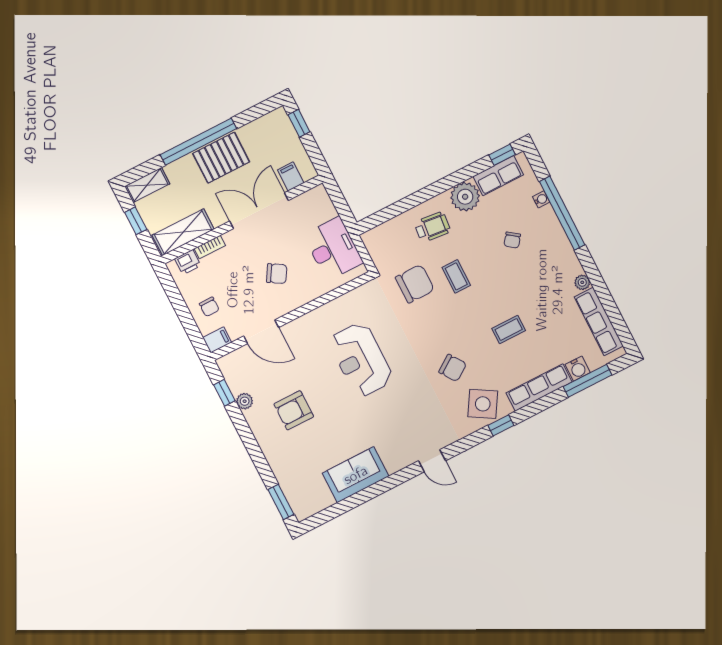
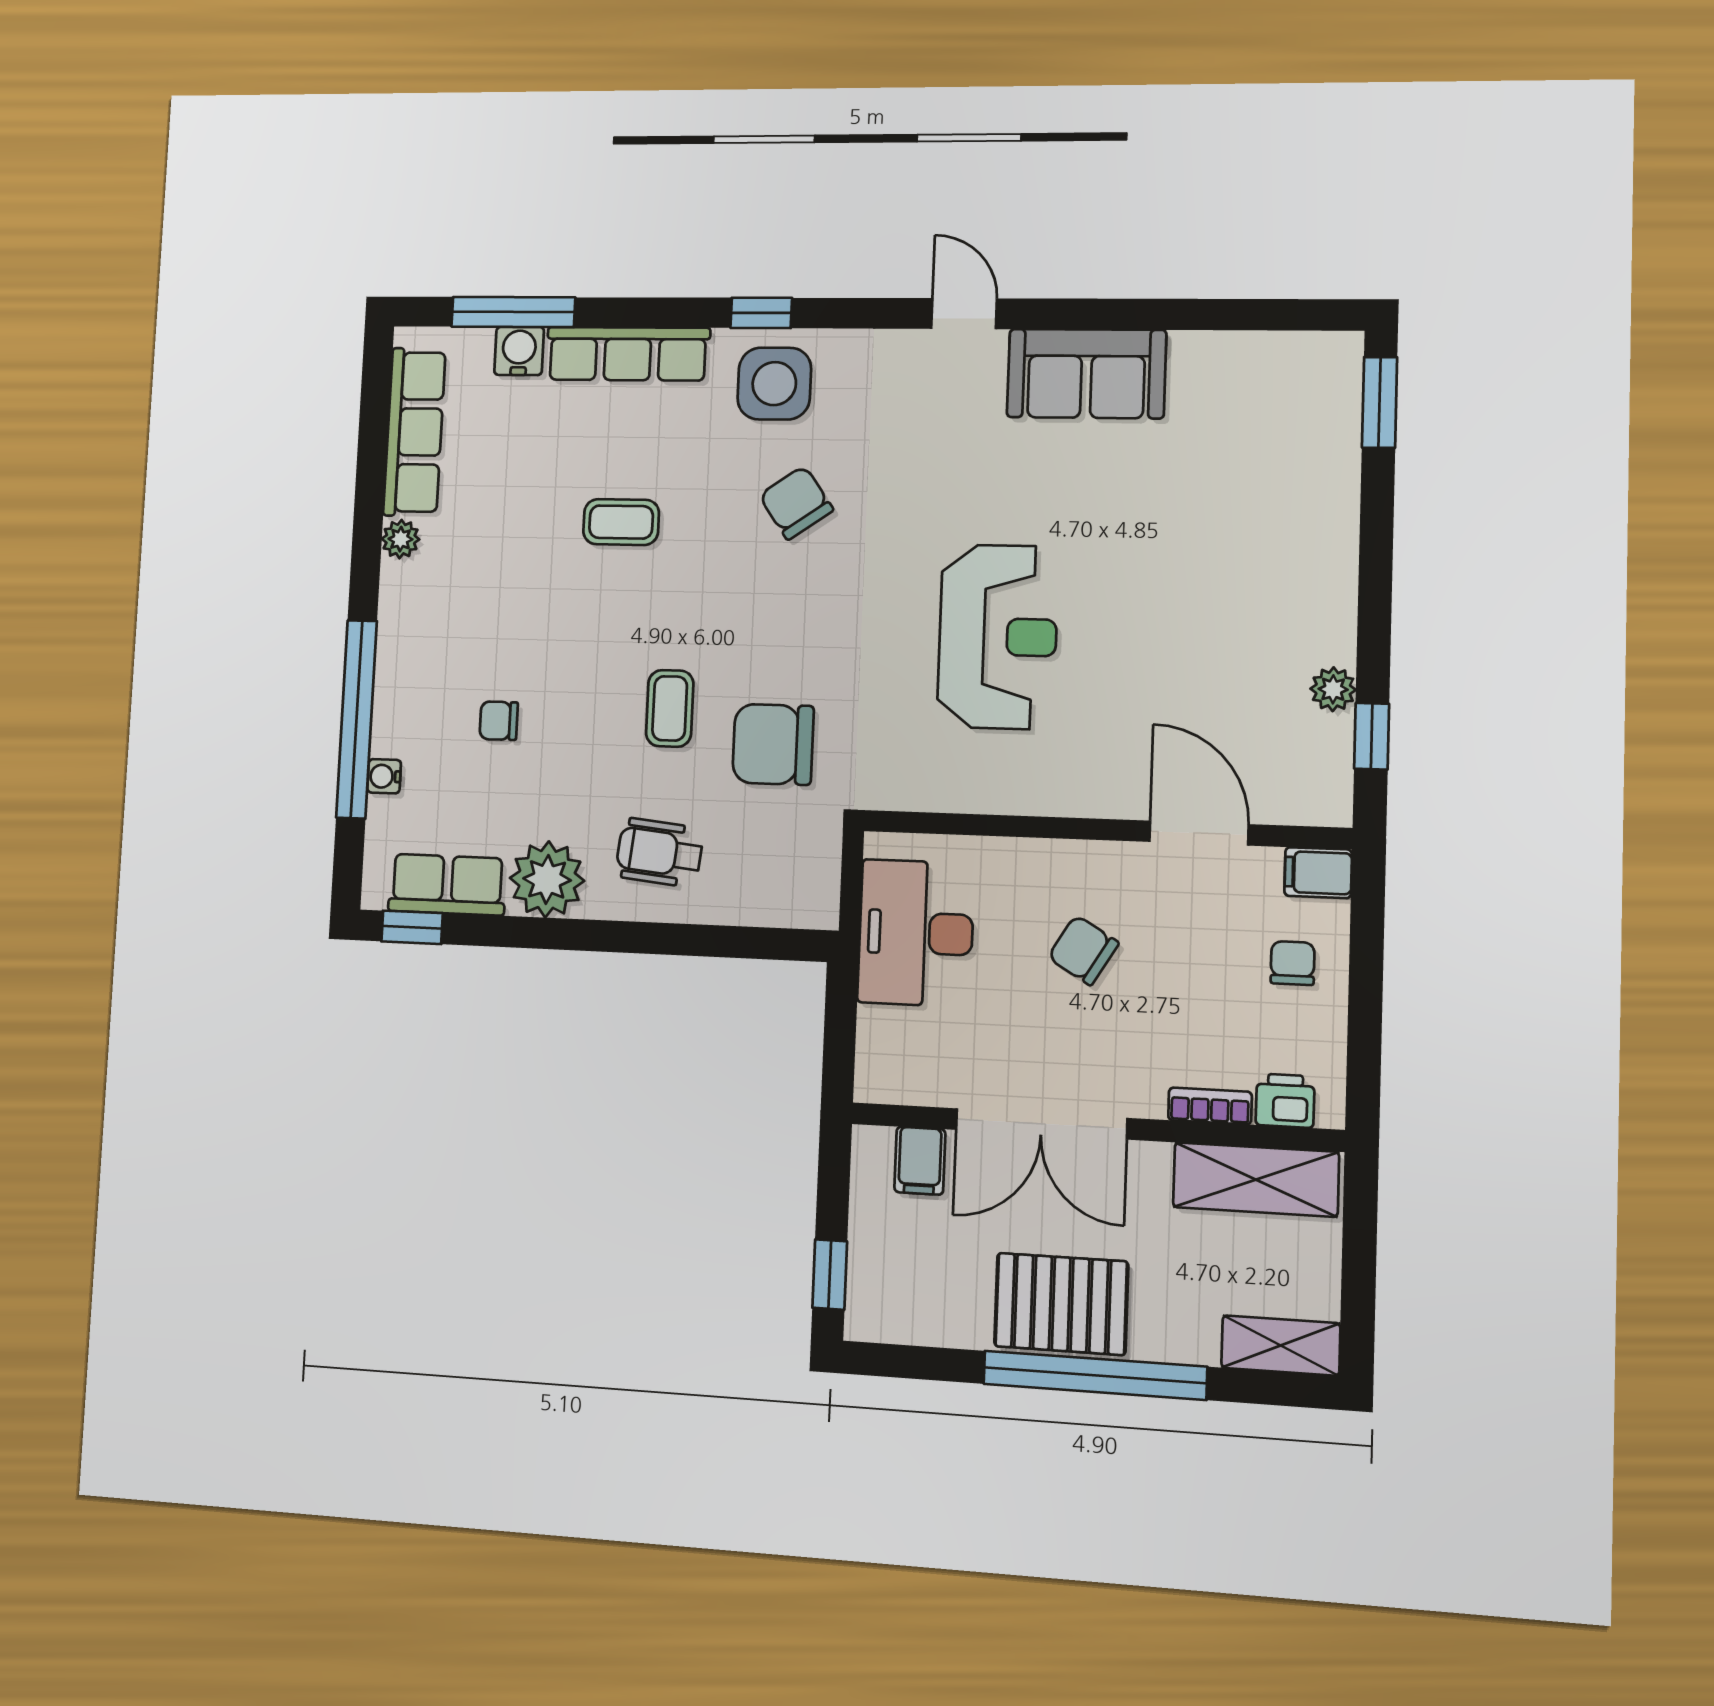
window: (136, 221) -> (1359, 1275), removed
chair: (512, 240) -> (499, 721), turned -127
side table: (483, 404) -> (774, 384), turned -31
armchair: (294, 410) -> (1225, 604), removed
sofa: (356, 475) -> (1086, 374), moved

